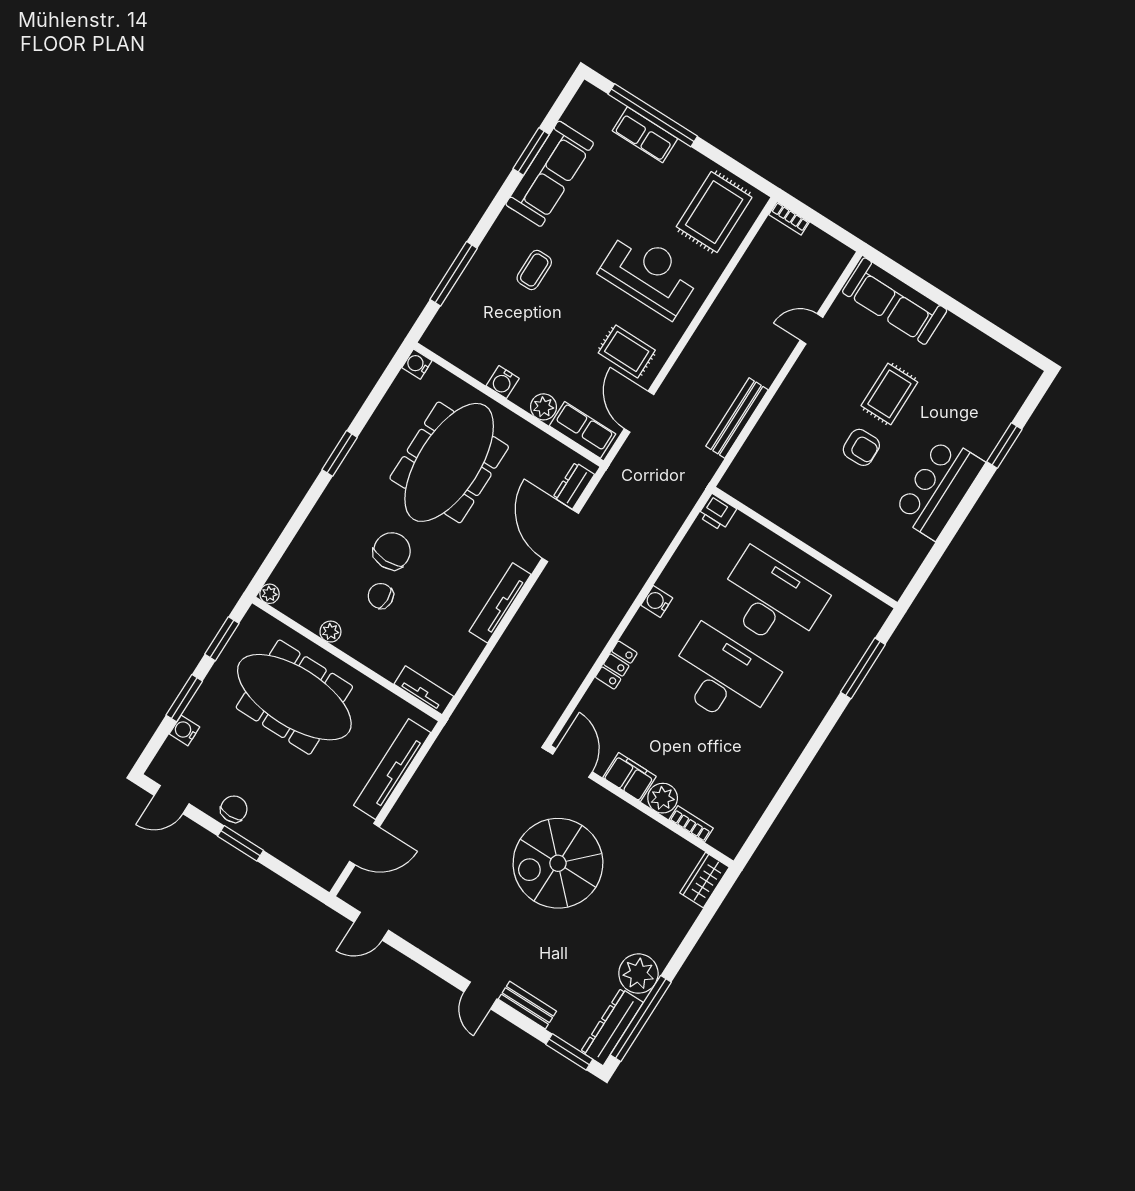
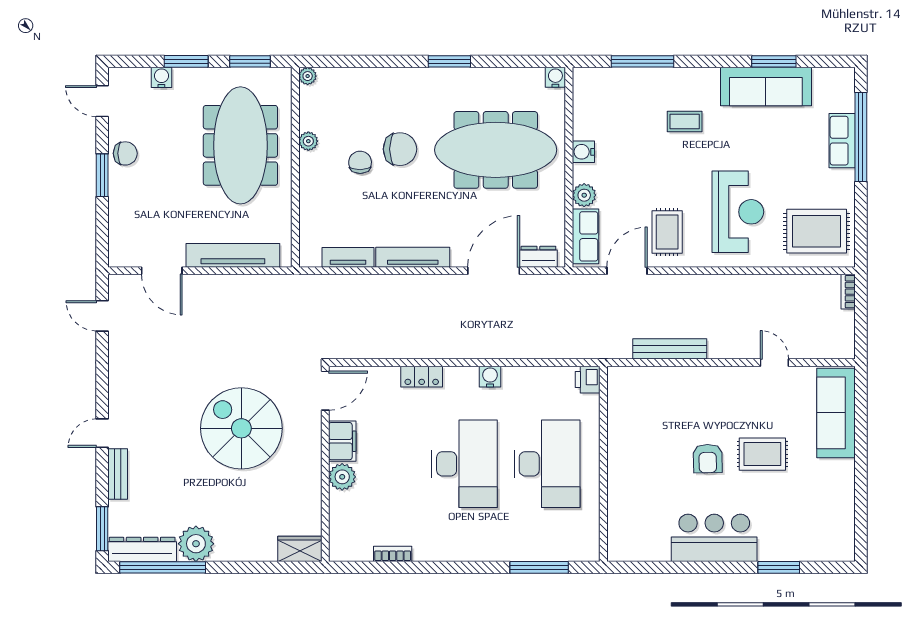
tv unit: (424, 690) -> (348, 257), moved, turned -90
bookcase: (691, 824) -> (393, 554), moved, turned -90

